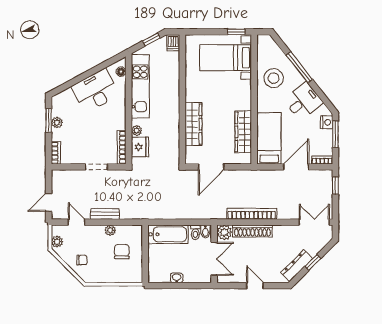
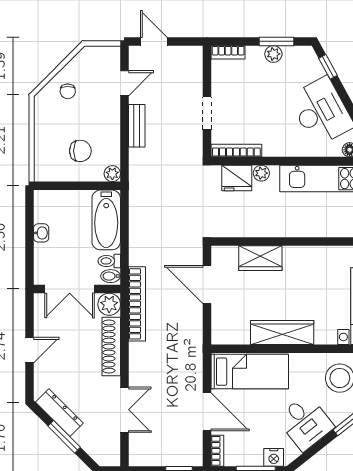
window: (65, 86) -> (328, 67), added
wardrobe: (193, 124) -> (260, 258), width x0.67
wardrobe: (243, 132) -> (282, 332), moved
bookcase: (252, 214) -> (137, 304), moved
double door: (314, 222) -> (124, 410), moved
plant: (110, 230) -> (112, 174), moved
plant: (57, 242) -> (95, 54), removed
window: (313, 262) -> (64, 437), width x1.50

